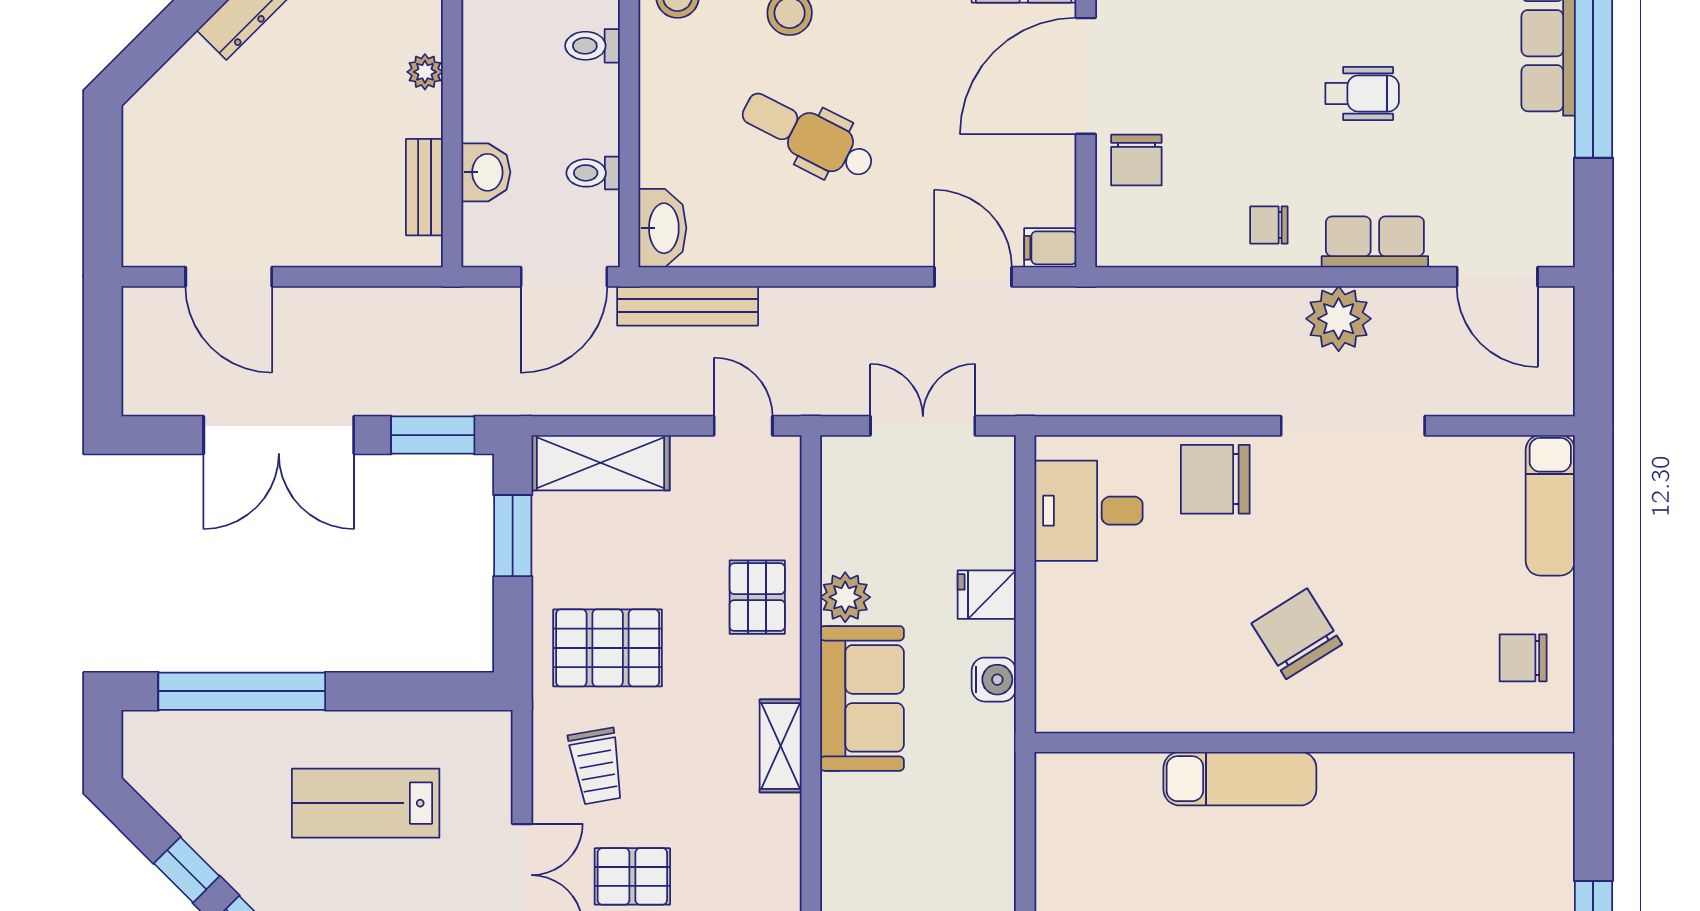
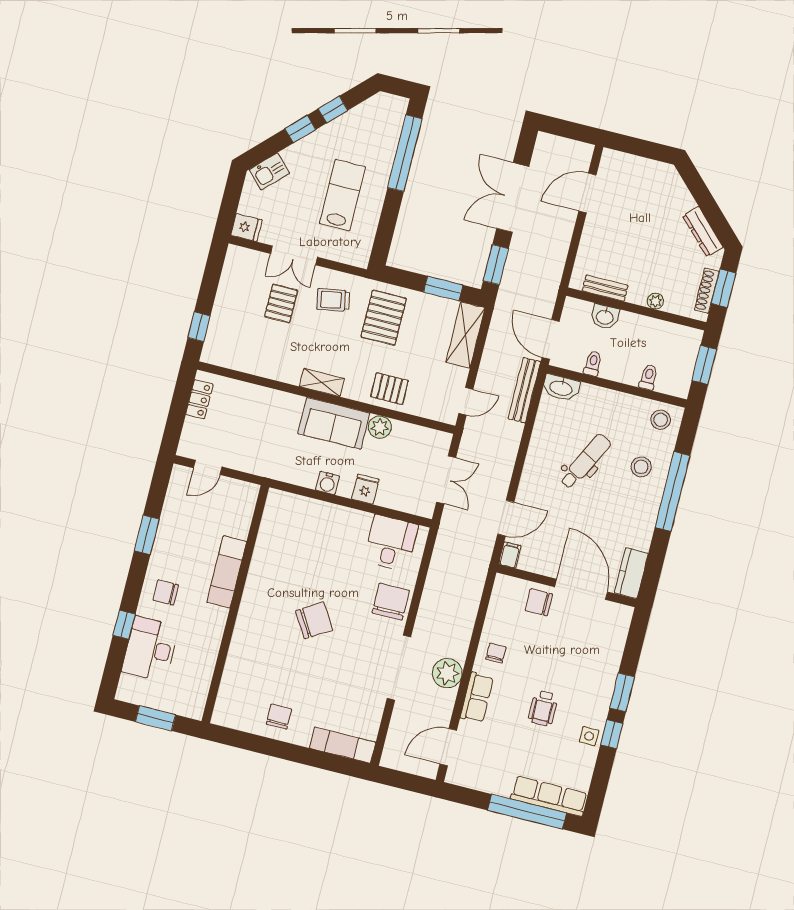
wall: (1305, 743) -> (235, 604), moved
exam couch: (1240, 779) -> (227, 572), moved

